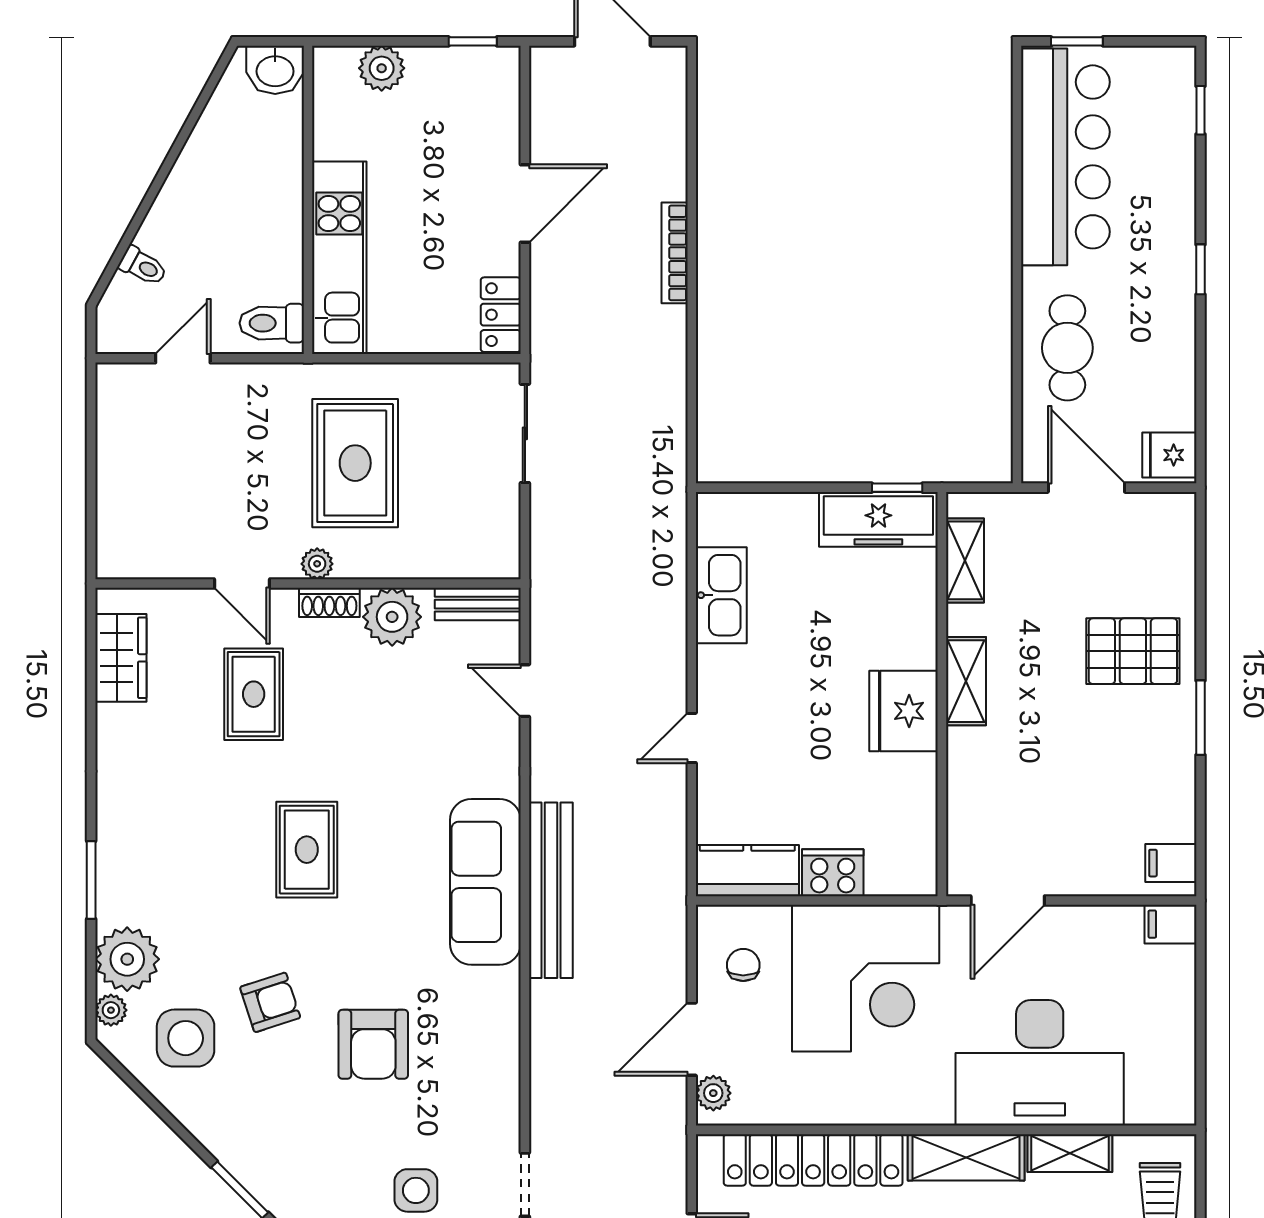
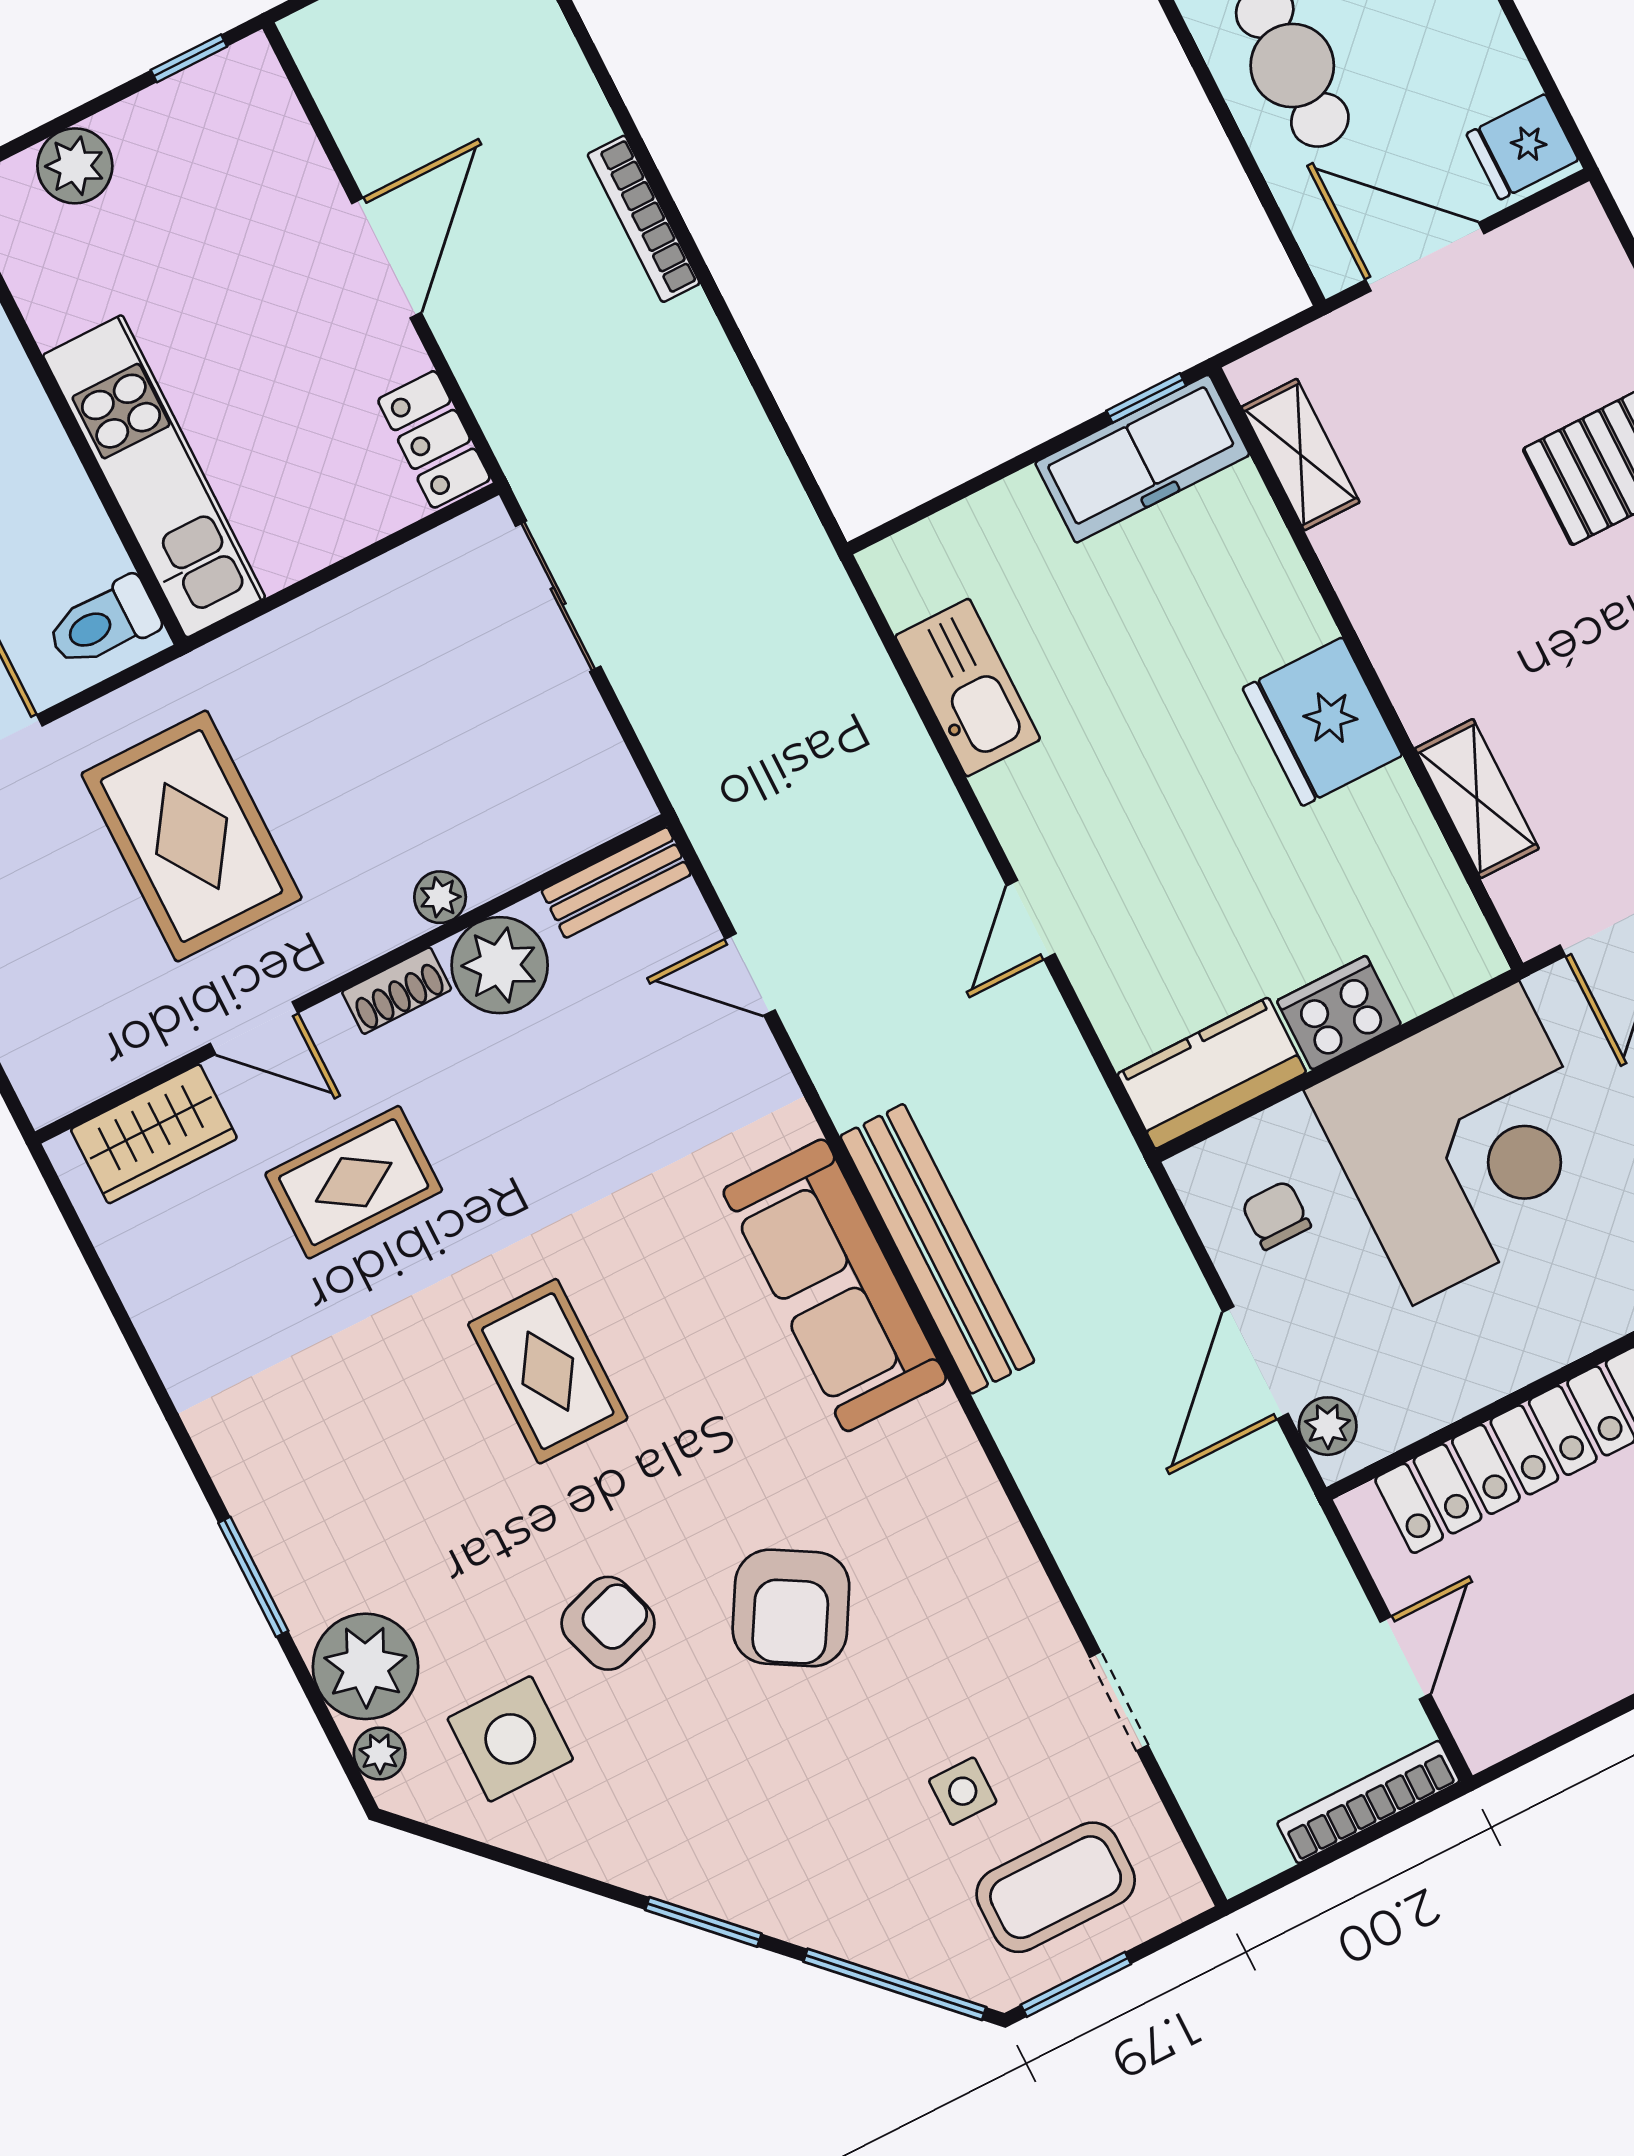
rug: (355, 463) -> (192, 836), moved
plant: (317, 564) -> (440, 897), moved
wardrobe: (121, 658) -> (154, 1134), moved, turned 90
shelving: (966, 681) -> (1477, 799), moved
rug: (254, 694) -> (354, 1182), turned 90
armchair: (373, 1044) -> (791, 1608), turned 30
side table: (416, 1190) -> (963, 1791), width x0.73, depth x0.73

